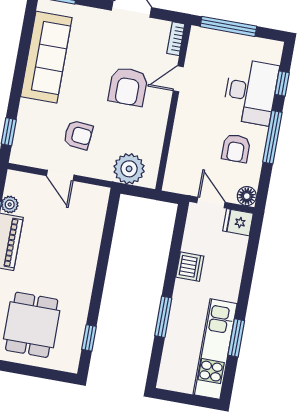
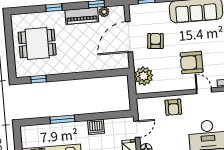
armchair: (78, 135) -> (155, 41), turned 180
armchair: (236, 148) -> (173, 107), moved, turned -90
door: (60, 175) -> (129, 37), width x1.88

